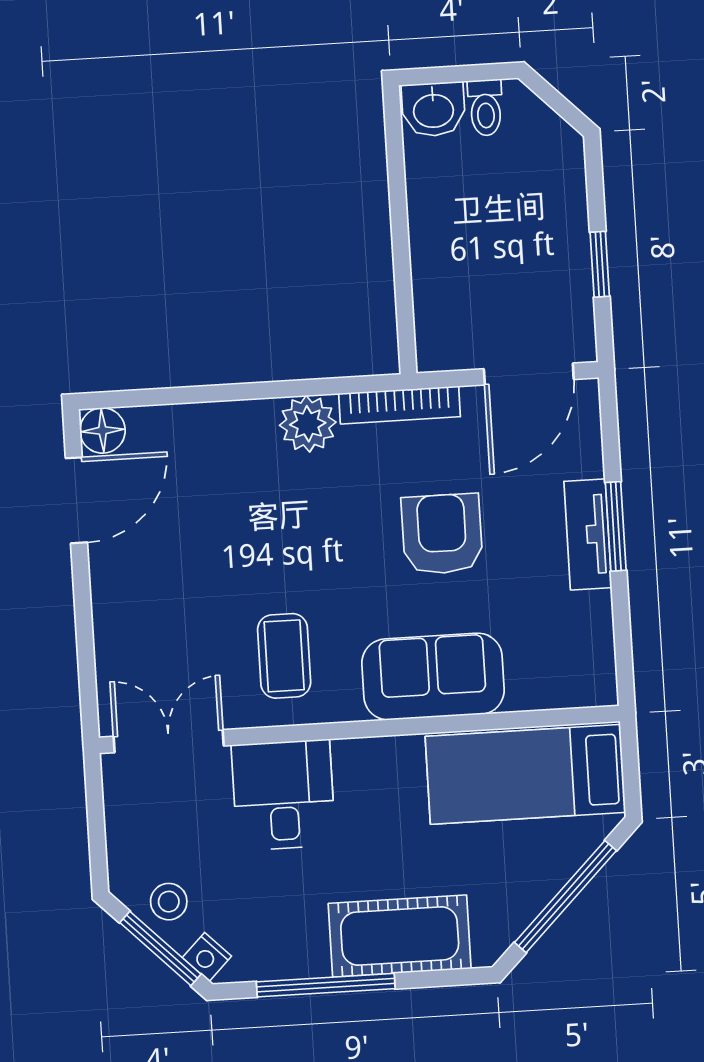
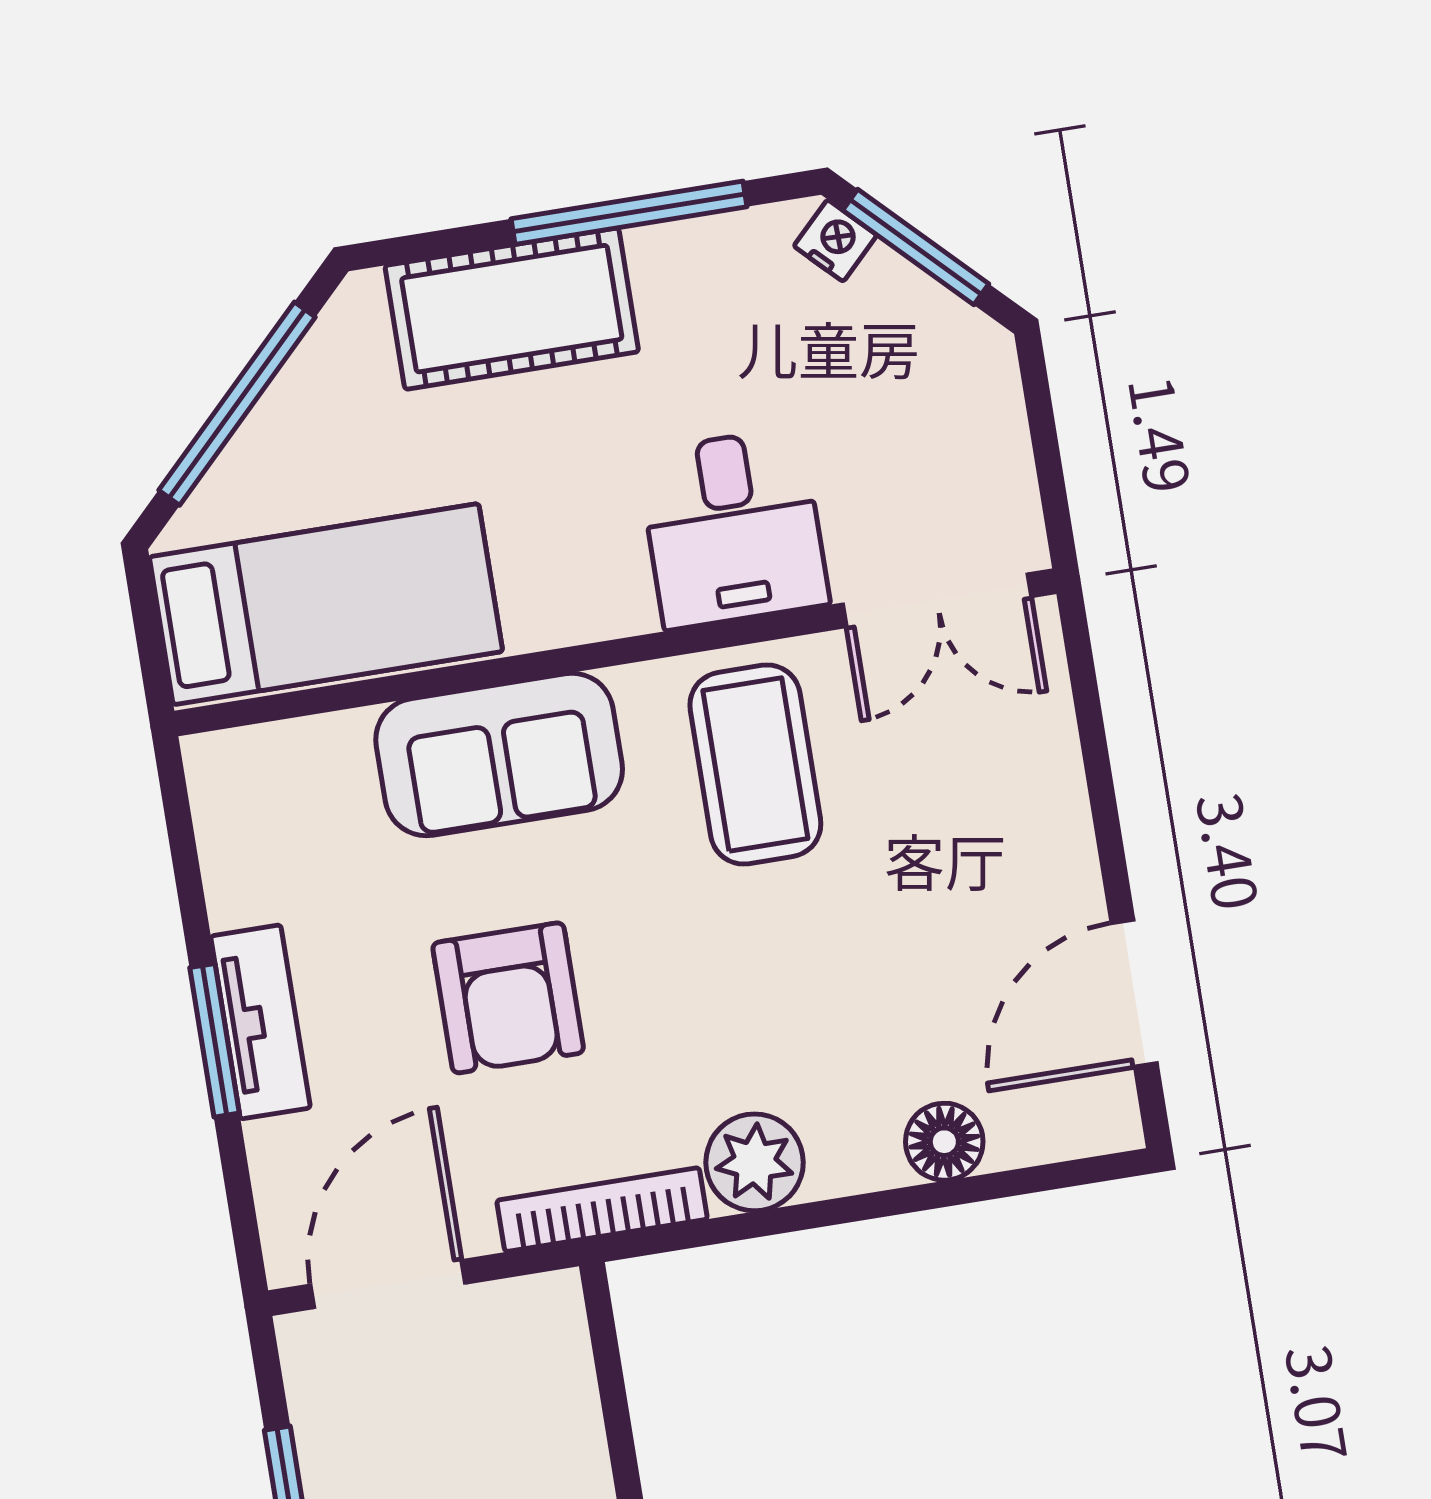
floor lamp: (102, 430) -> (944, 1142), moved
coffee table: (284, 656) -> (755, 764), width x1.36, depth x1.30
stool: (169, 902) -> (910, 328), removed

